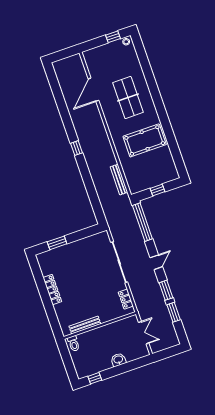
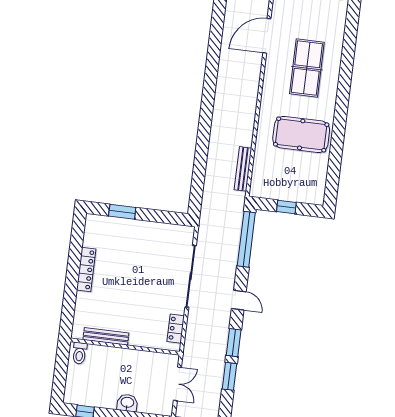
window: (77, 148) -> (208, 101), removed
door: (156, 262) -> (239, 300), hinge flipped

